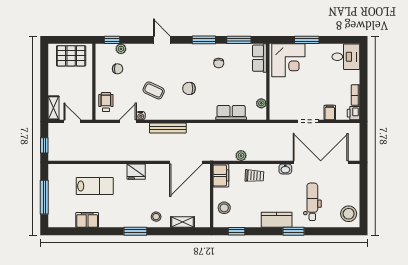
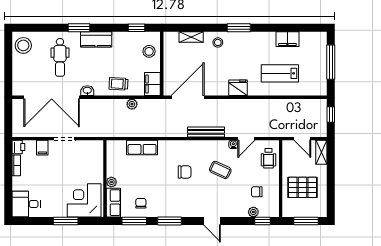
window: (69, 40) -> (306, 221), added
pallet: (71, 56) -> (302, 187), moved
chair: (219, 63) -> (141, 203), moved
plant: (261, 103) -> (111, 182), moved

